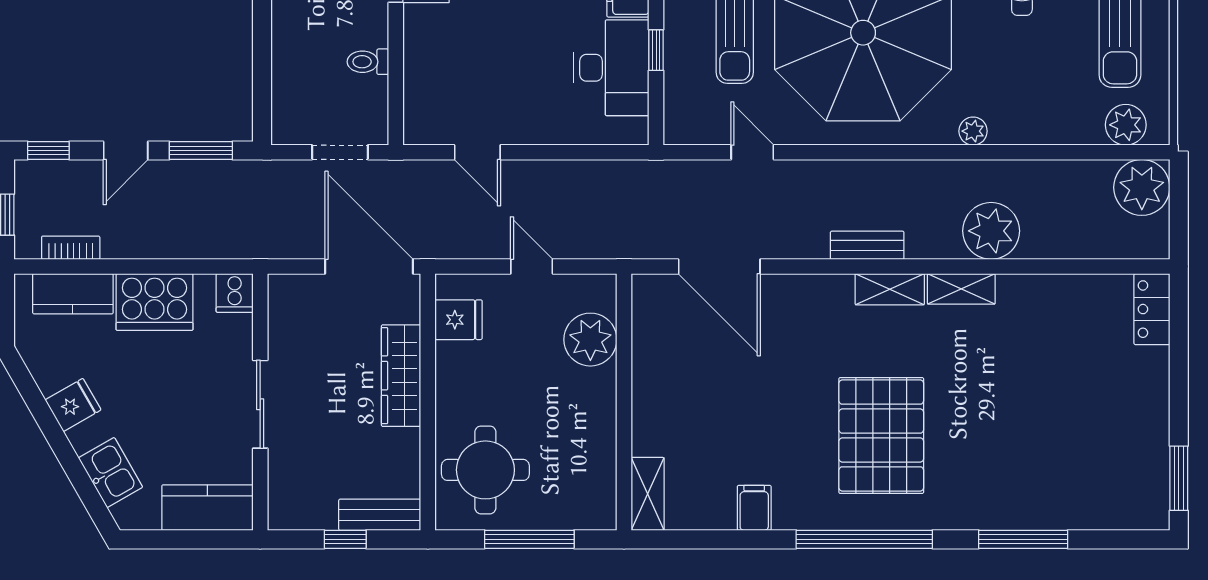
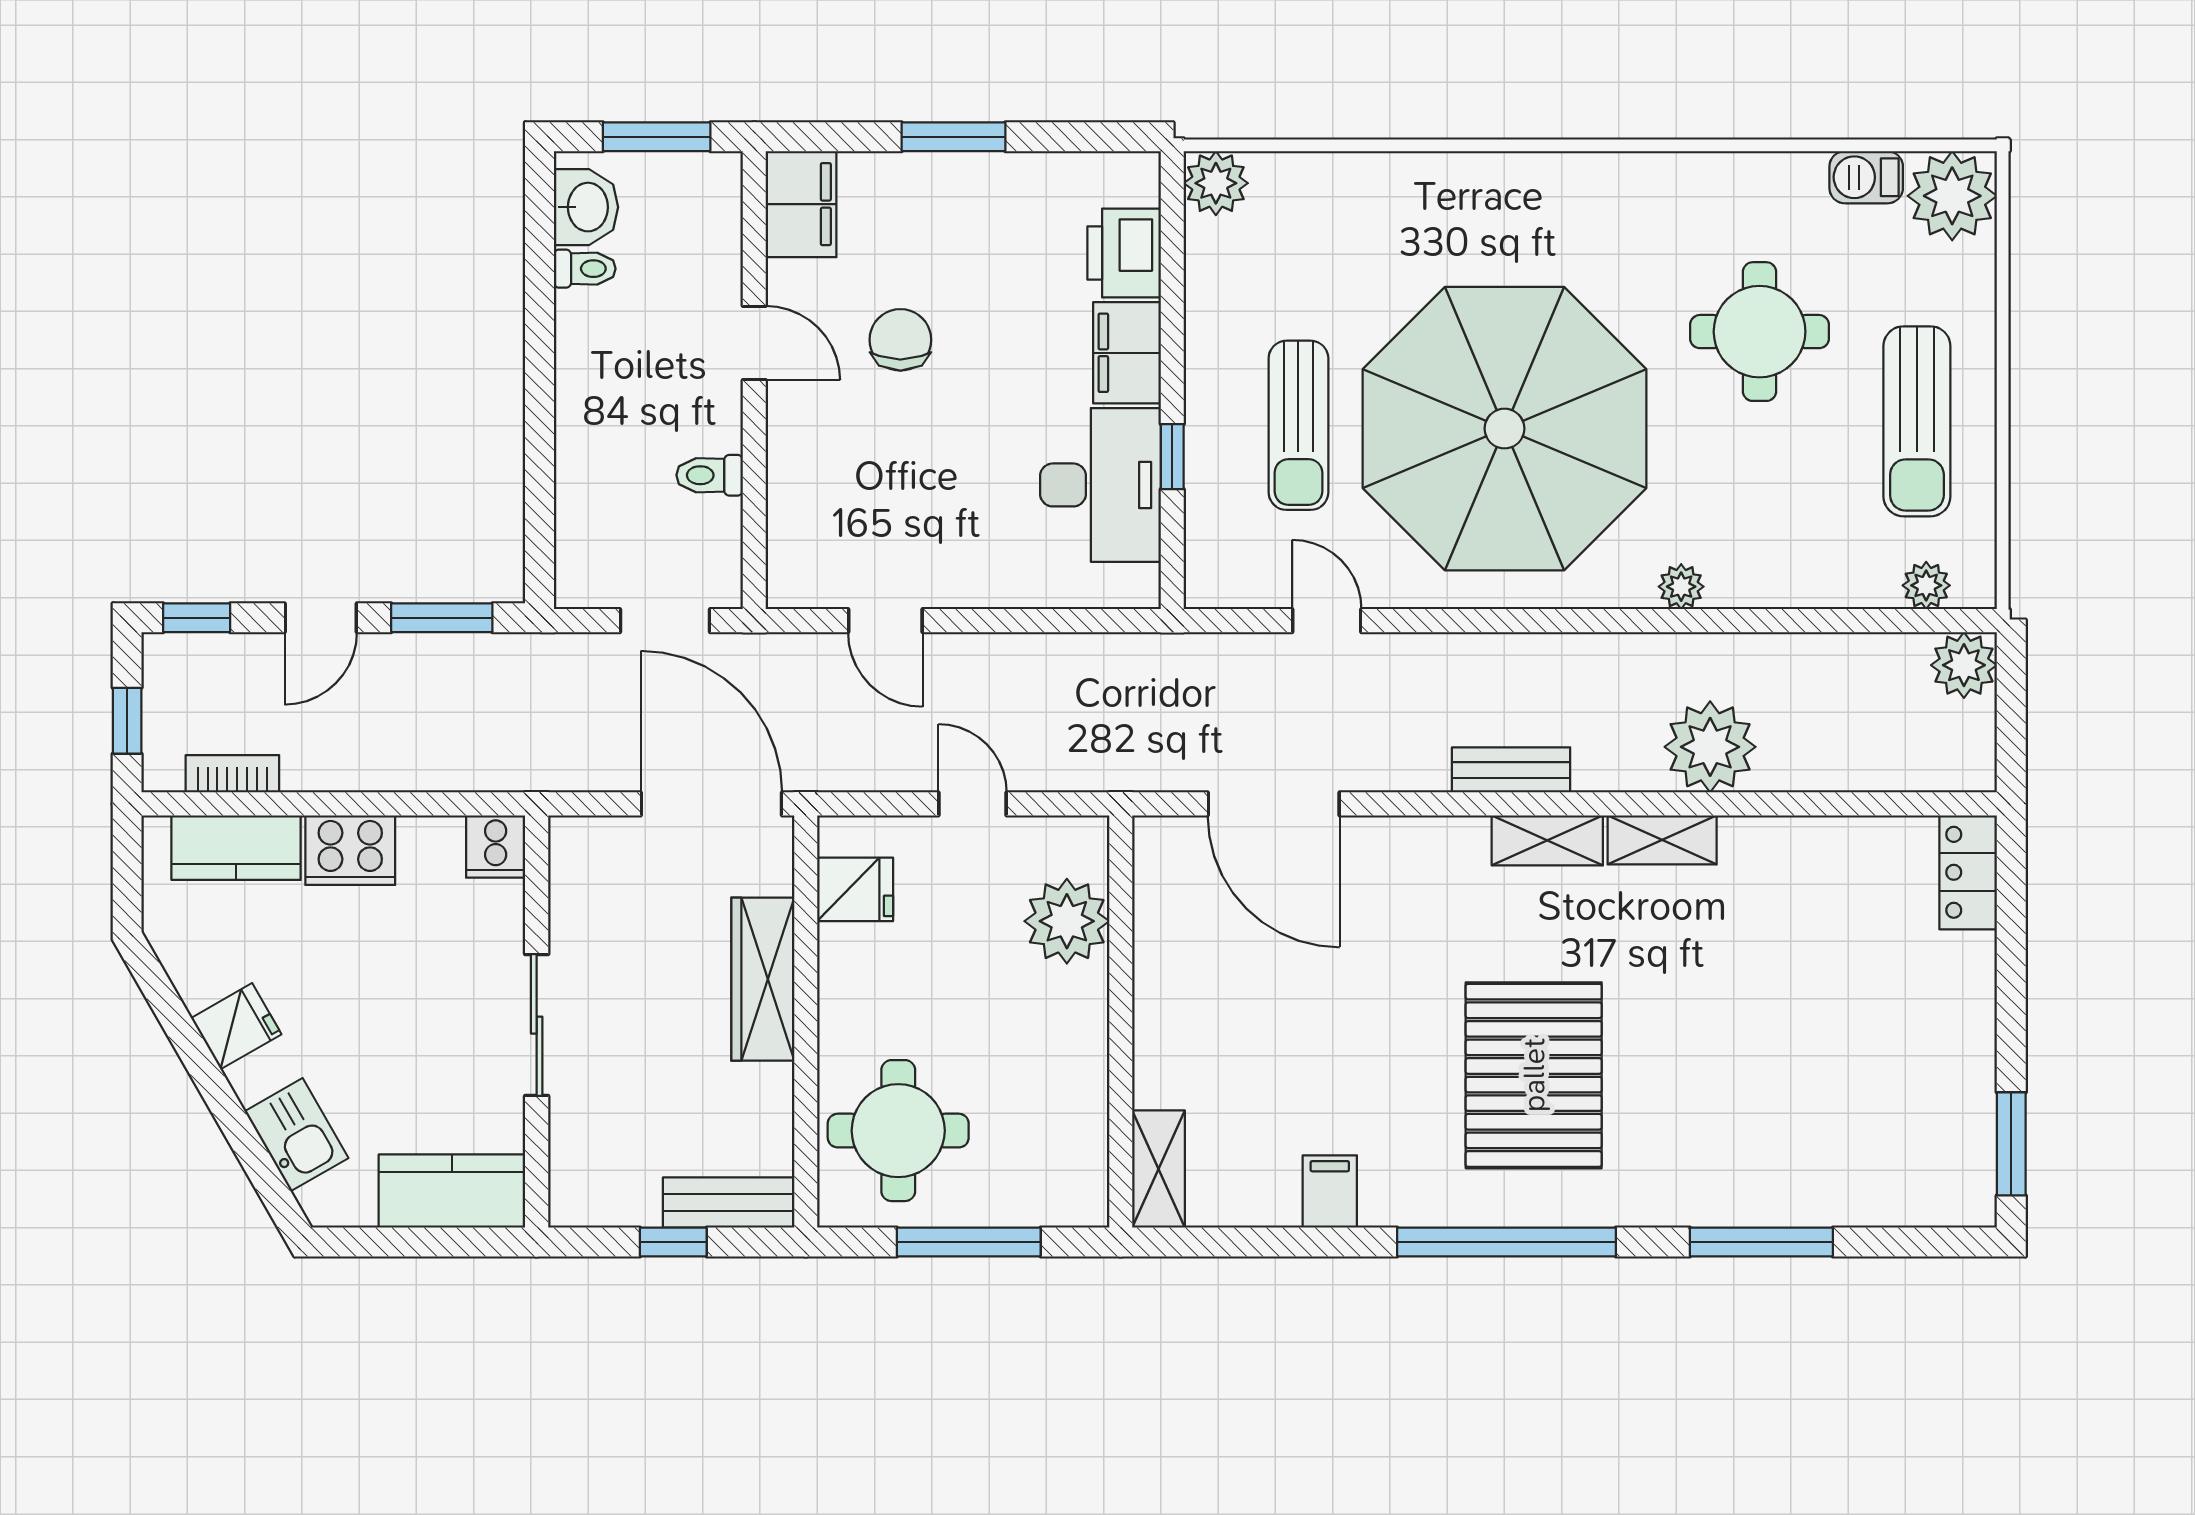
plant: (1126, 125) -> (1926, 585), width x0.73, depth x0.73
plant: (1142, 187) -> (1964, 665), width x0.73, depth x0.73
cooker: (154, 302) -> (350, 850), width x0.73, depth x0.76

